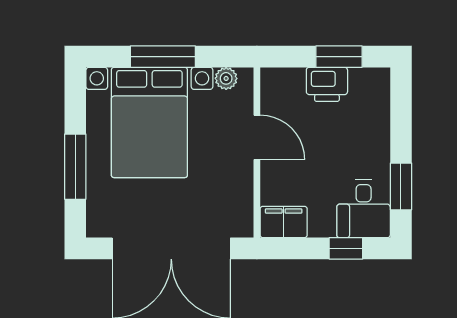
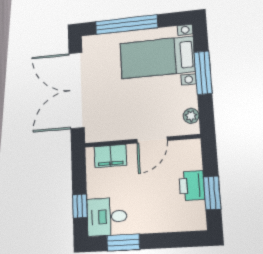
bed with nightstands: (149, 122) -> (157, 57), width x0.73
window: (75, 167) -> (127, 25), width x1.46
filing cabinet: (284, 222) -> (110, 156), moved, turned 90

